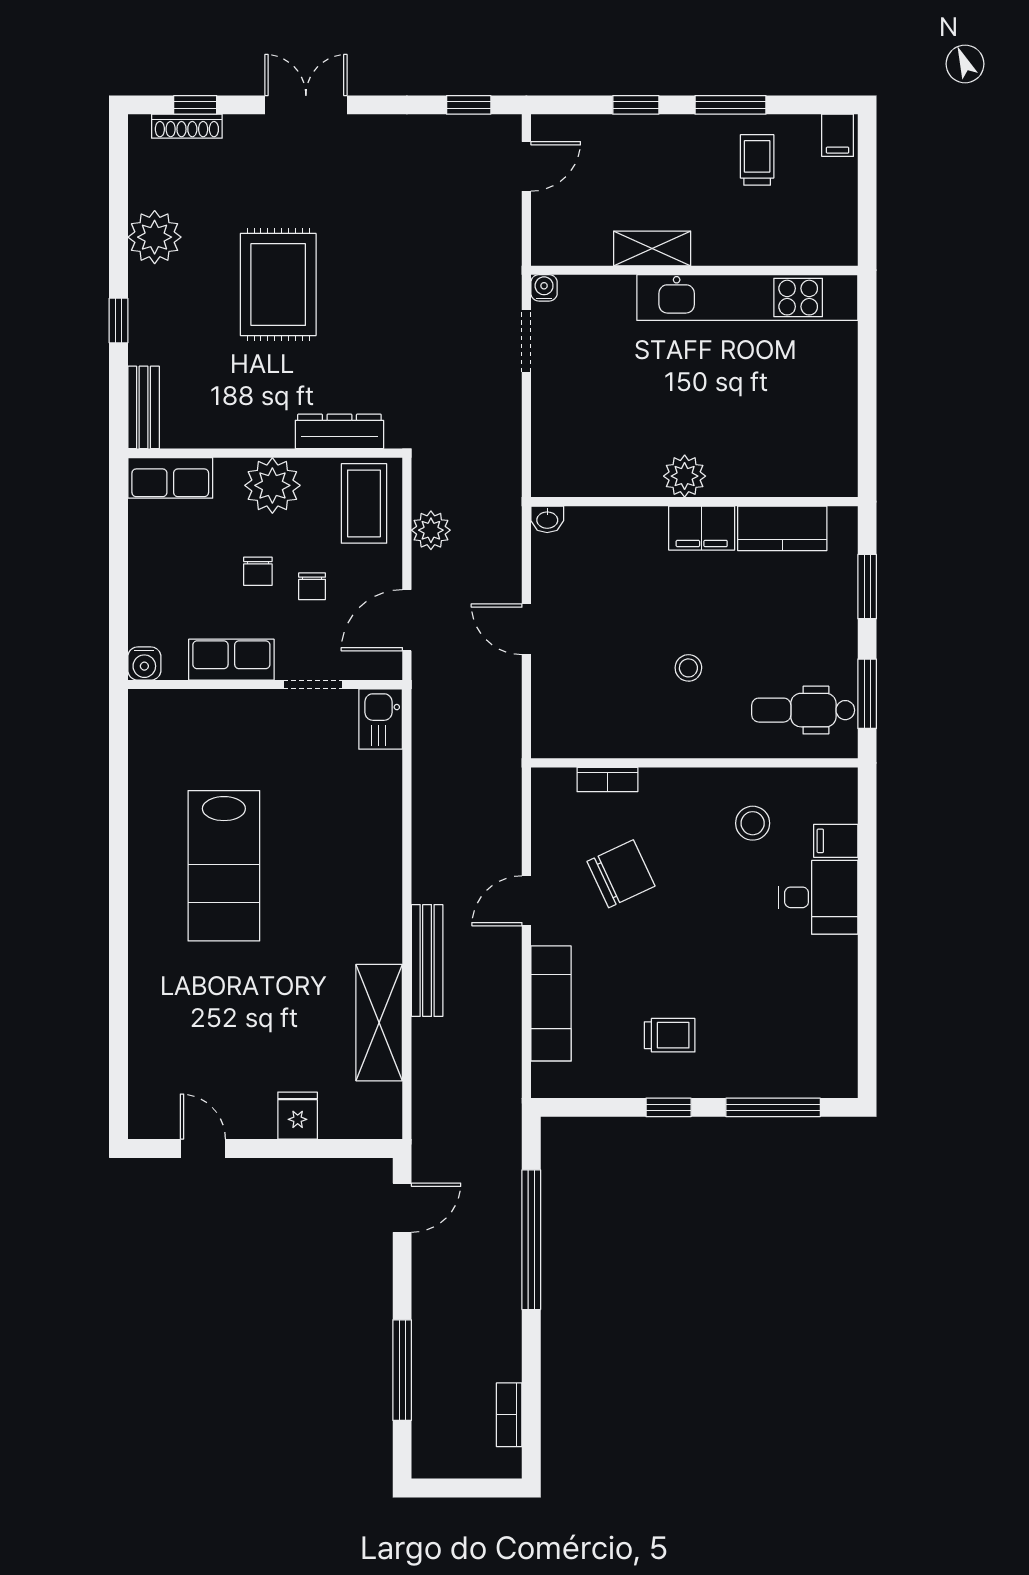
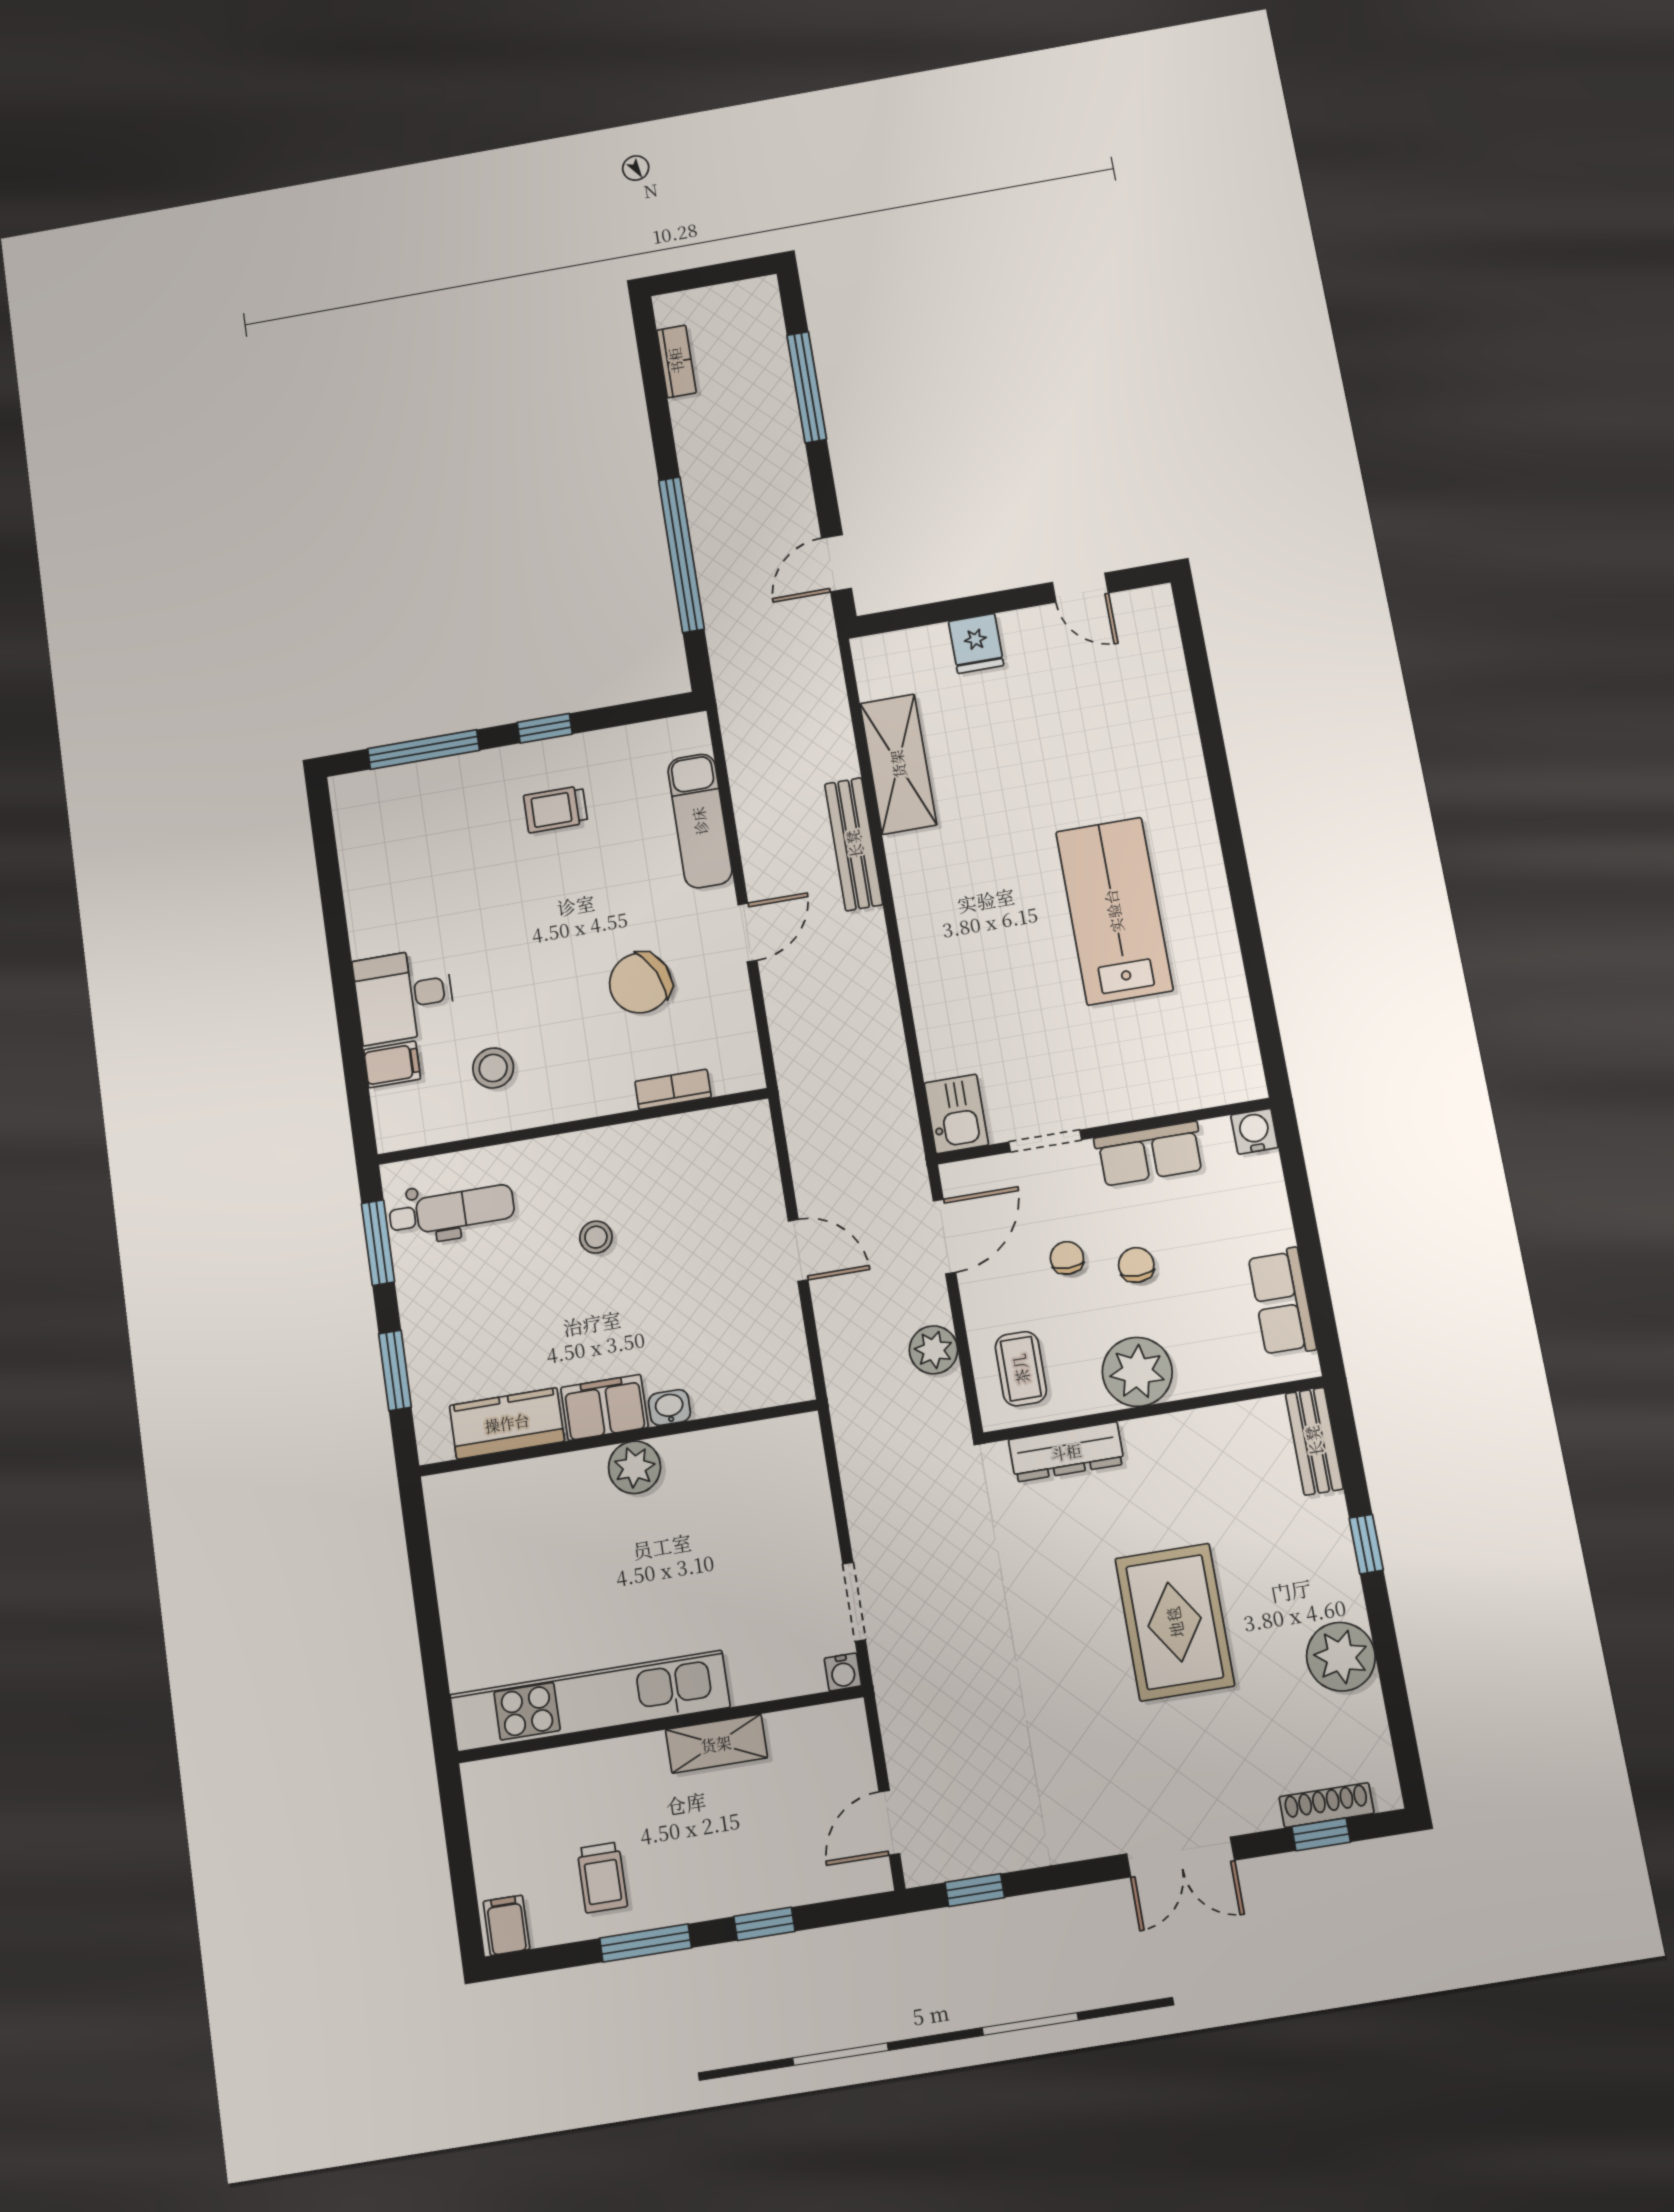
row of seats: (170, 478) -> (1282, 1302), moved, turned -90
coffee table: (364, 503) -> (1021, 1369), width x0.73, depth x0.77
washbasin: (547, 519) -> (669, 1408), moved

